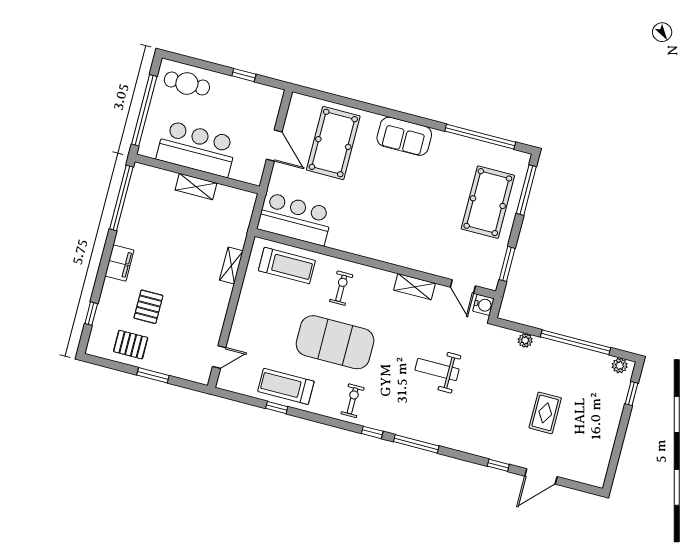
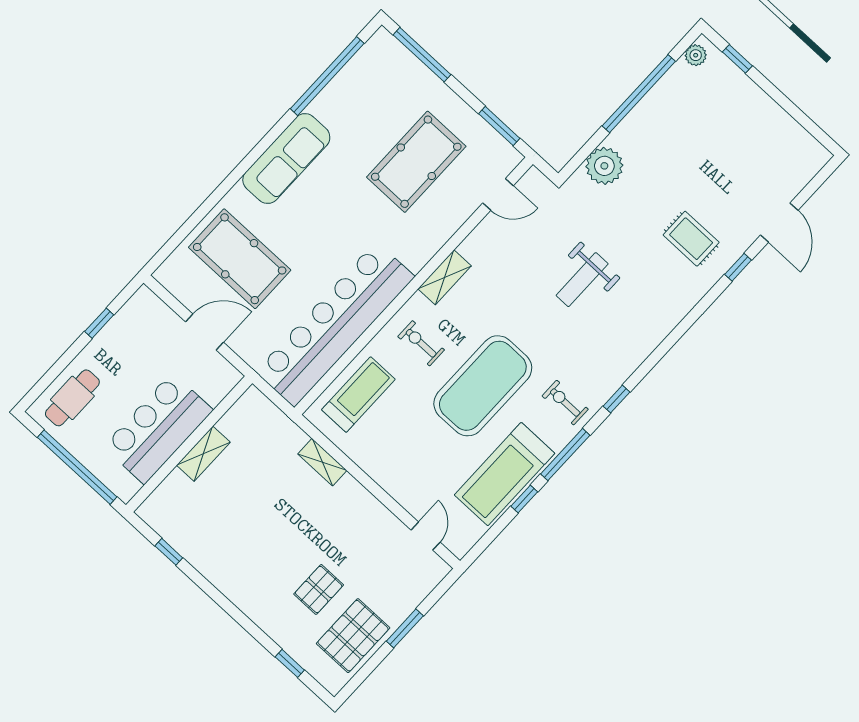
sofa: (404, 136) -> (286, 159), width x1.36
window: (121, 198) -> (169, 552), width x0.32
pool table: (488, 202) -> (416, 162), moved, turned 90
bar counter: (295, 219) -> (335, 324), width x1.86
filing cabinet: (119, 263) -> (247, 596), removed
shelving: (415, 287) -> (445, 277), moved
water cooler: (483, 305) -> (534, 181), removed
pallet: (148, 307) -> (319, 589), turned 90
plant: (525, 340) -> (604, 166), width x1.88, depth x1.88
pallet: (131, 345) -> (353, 636), width x1.50, depth x1.42
treadmill: (286, 386) -> (505, 474), width x1.37, depth x1.38
rug: (545, 413) -> (691, 239), moved
window: (416, 444) -> (565, 455), moved

